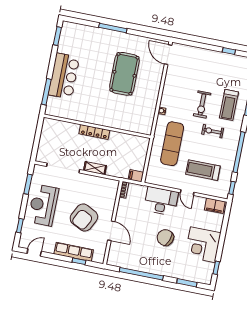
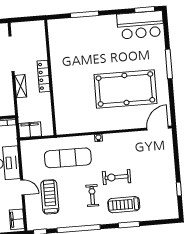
pool table: (124, 74) -> (125, 89), width x1.36, depth x1.32
bar counter: (64, 76) -> (140, 25), moved
wall: (97, 126) -> (50, 77), moved
locker: (94, 132) -> (44, 76), moved
filing cabinet: (136, 176) -> (30, 130), width x2.00
door: (187, 193) -> (22, 187), swing flipped

